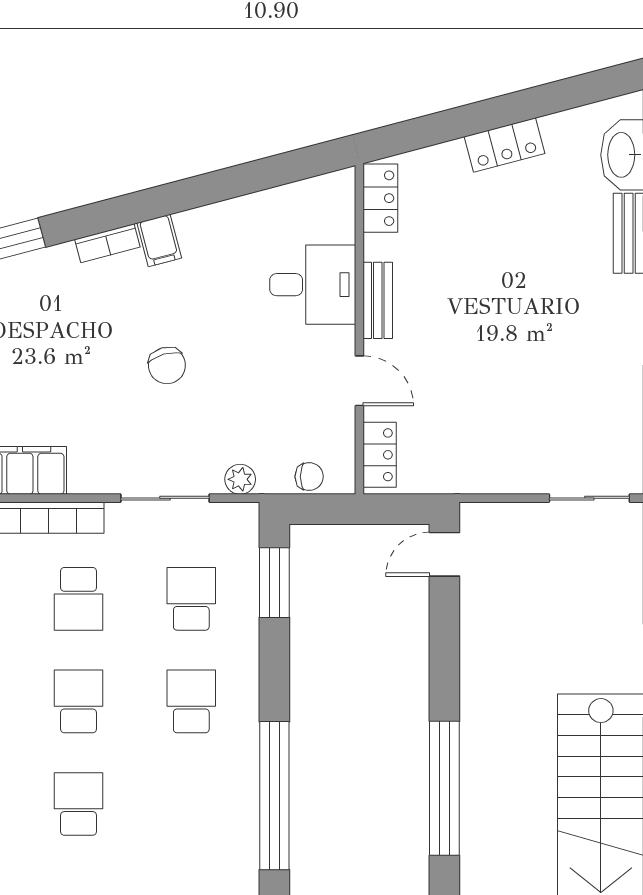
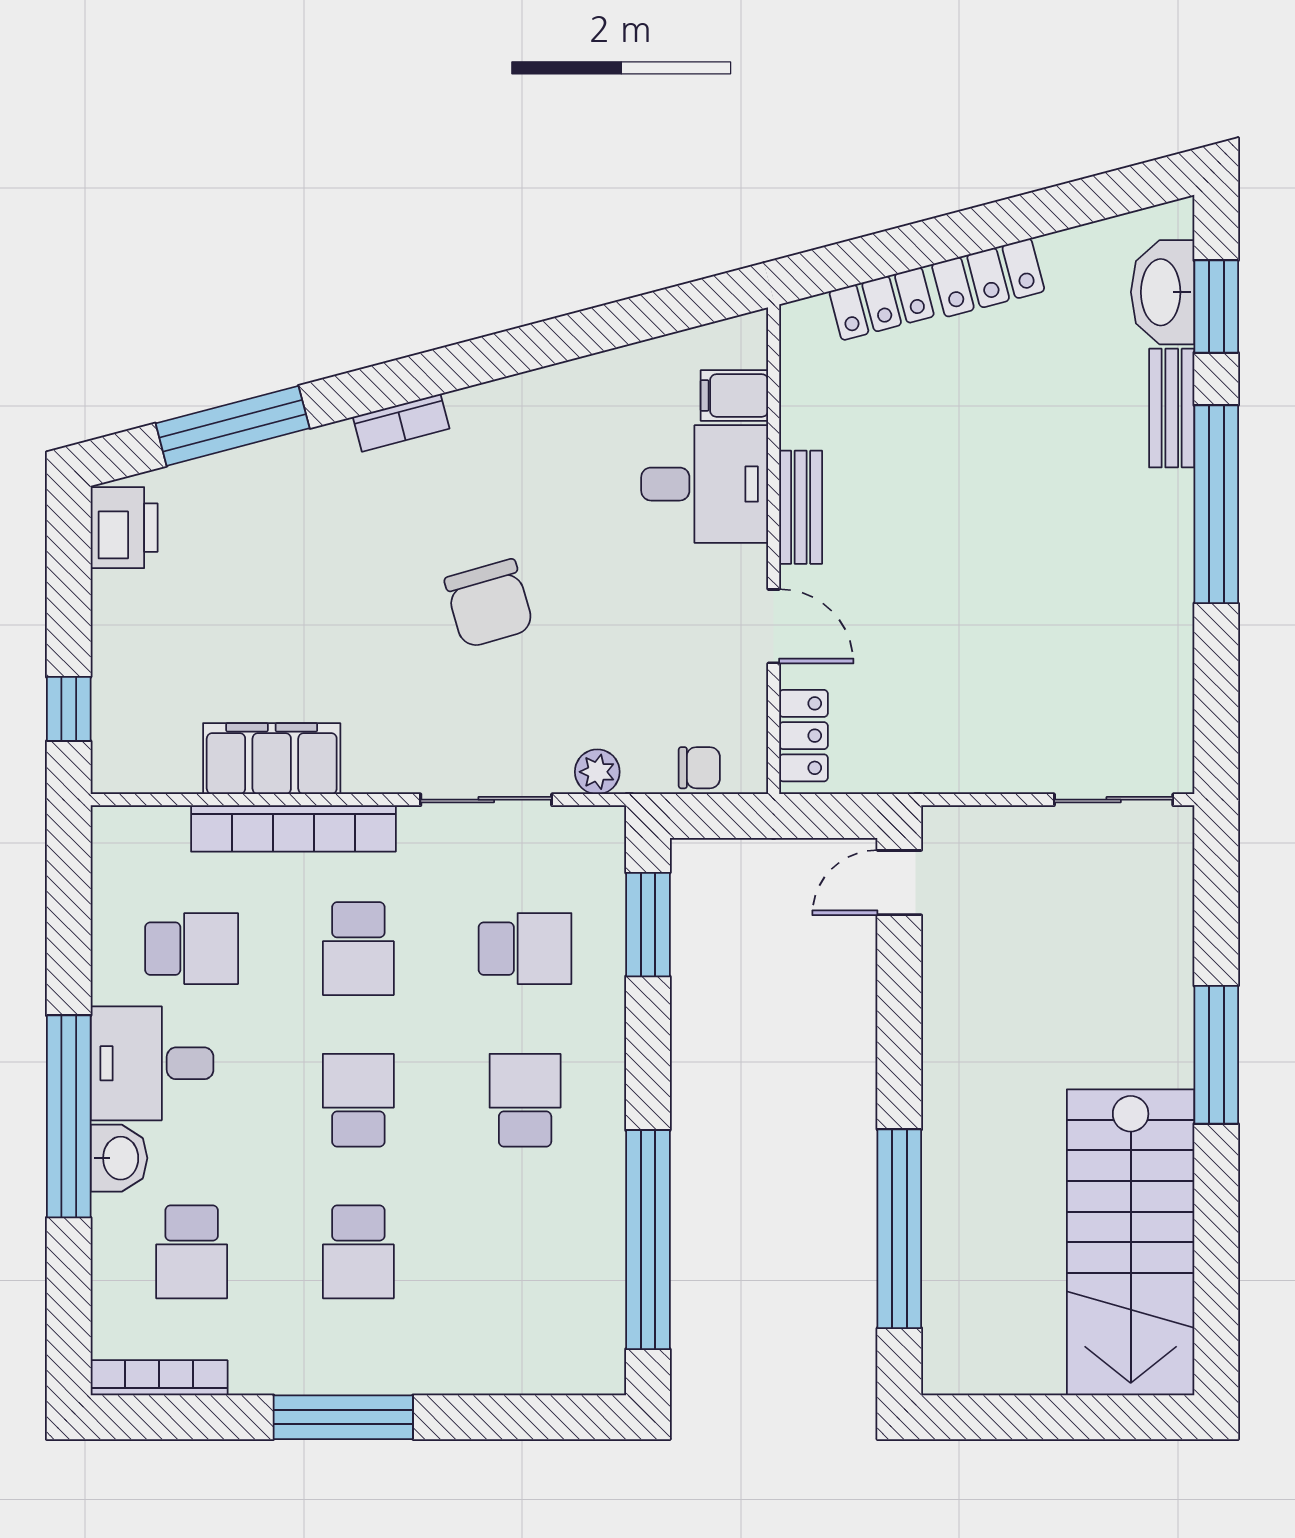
locker: (380, 198) -> (882, 304), moved, turned 75
filing cabinet: (159, 240) -> (734, 395), moved, turned 105
chair: (167, 365) -> (489, 604), width x1.37, depth x1.37
school desk: (191, 599) -> (525, 949), turned 90
school desk: (79, 804) -> (358, 1252), turned 180

